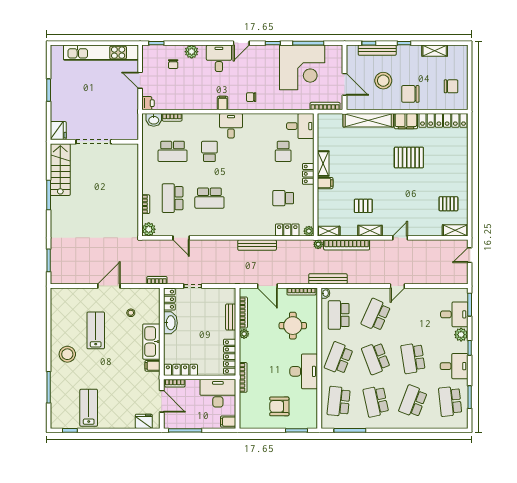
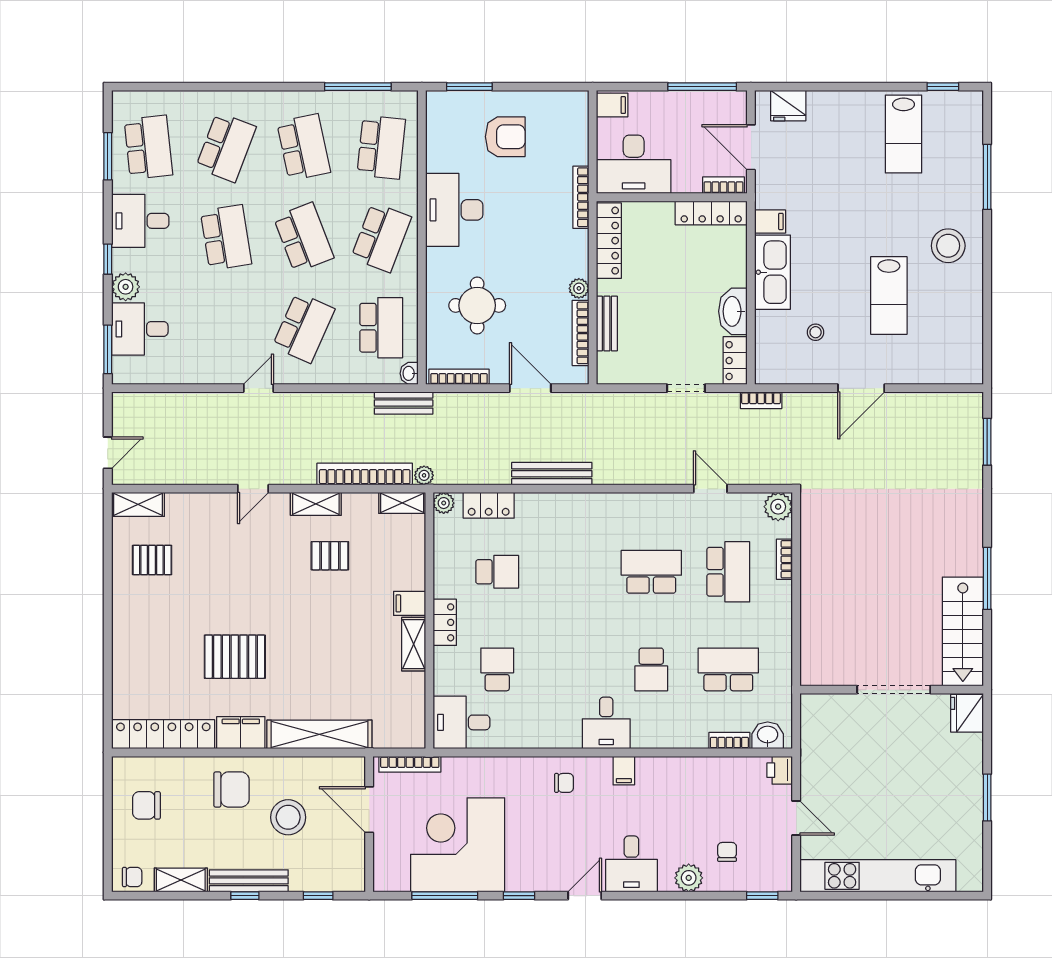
bench: (377, 50) -> (249, 881), moved
chair: (458, 52) -> (132, 877), added
bench: (328, 279) -> (404, 403), width x0.73

